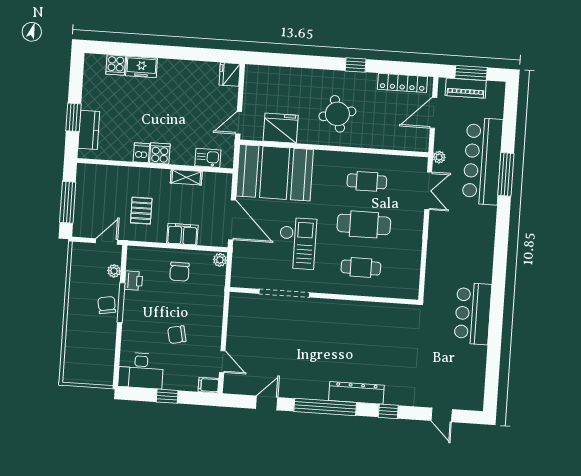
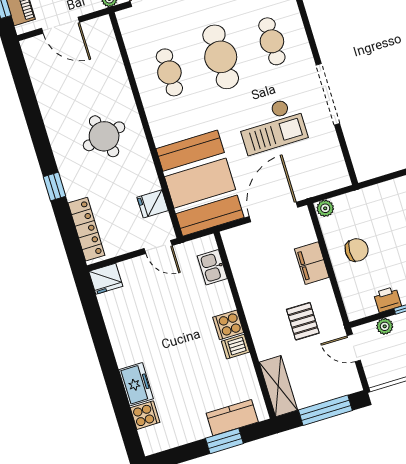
window: (356, 65) -> (54, 186), moved
locker: (402, 83) -> (86, 229), moved
fridge: (281, 128) -> (153, 204), width x0.53, depth x0.75
shelving: (186, 177) -> (278, 386), moved, width x1.50, depth x1.33
pallet: (141, 211) -> (303, 321), turned 90
checkout: (297, 243) -> (272, 126), turned 180
doorway: (284, 293) -> (328, 94), moved

